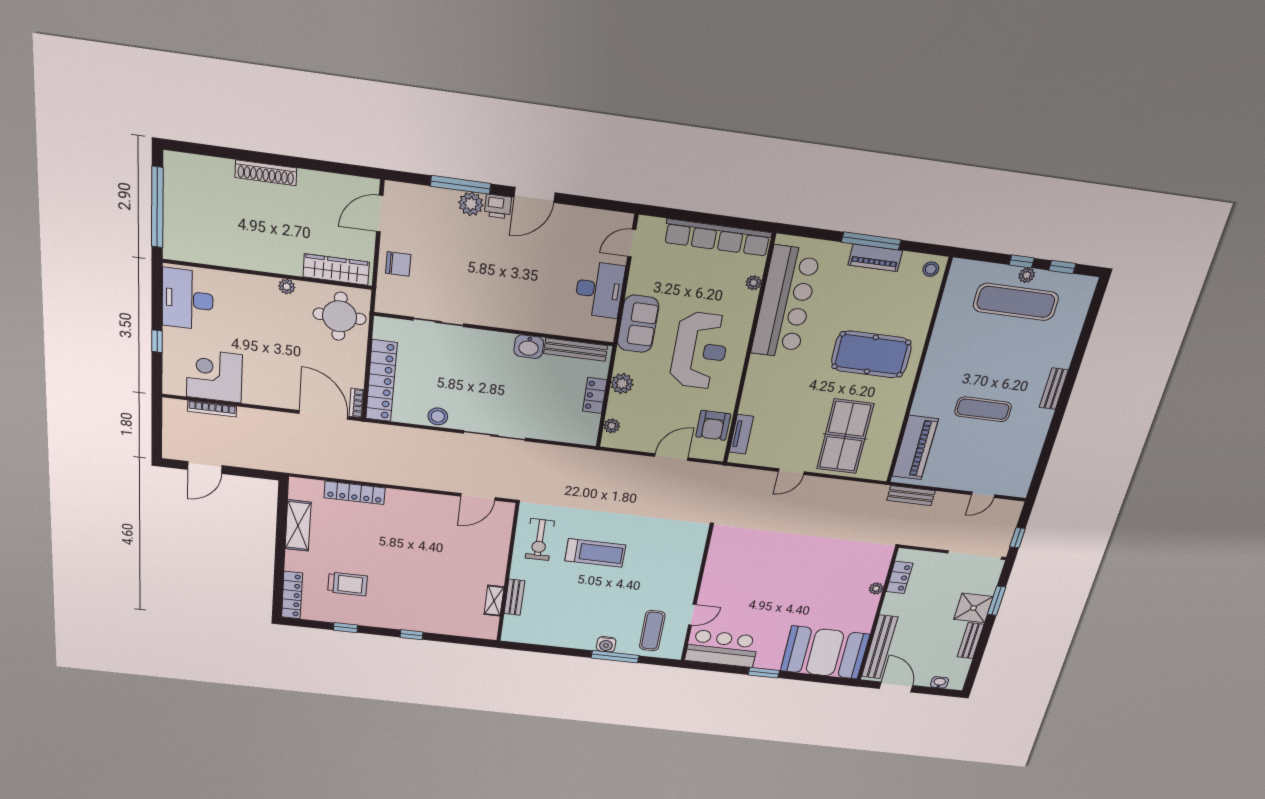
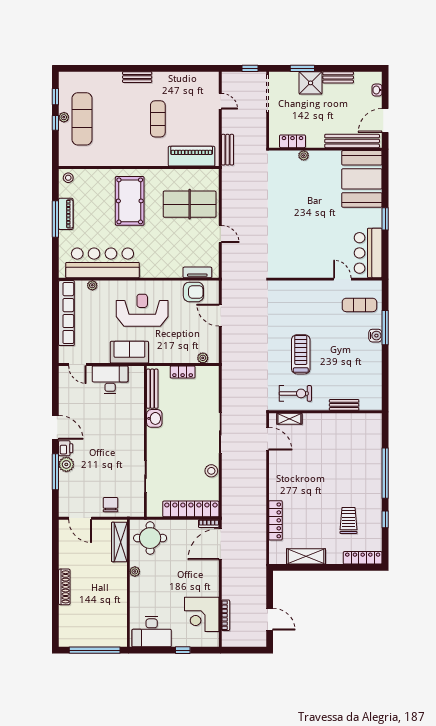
plant: (622, 384) -> (172, 356), removed
shelving: (494, 601) -> (289, 419), moved
window: (411, 635) -> (385, 473), width x3.17

